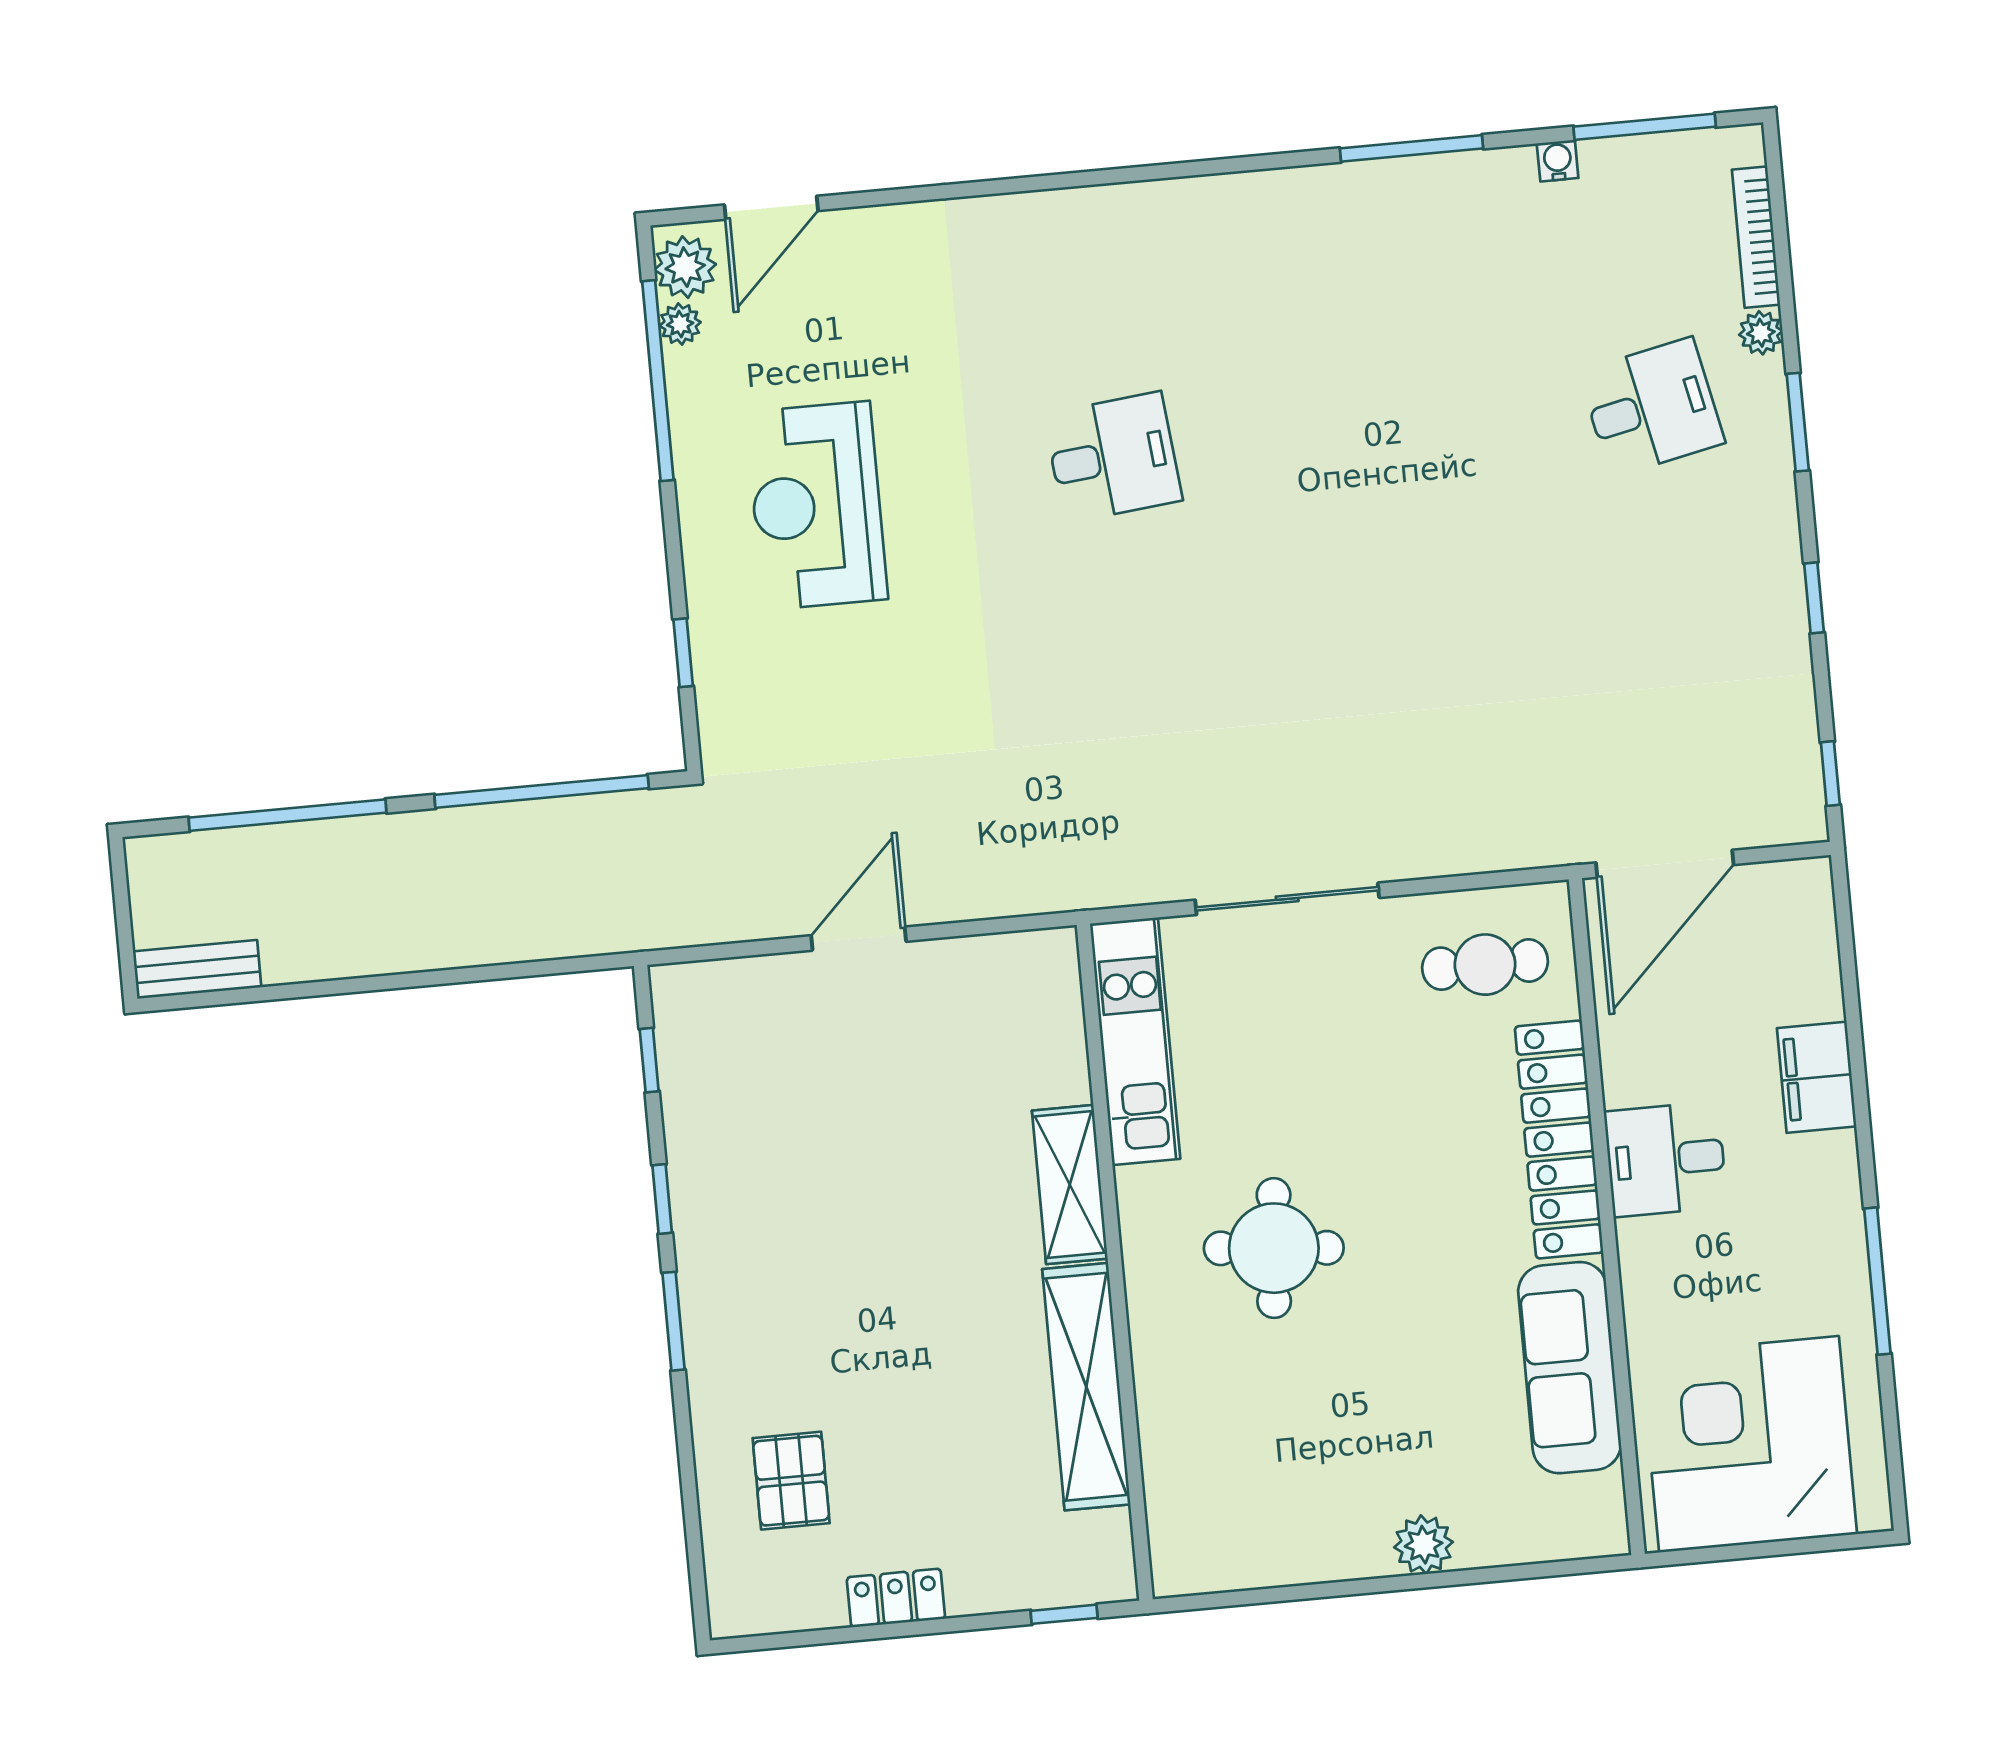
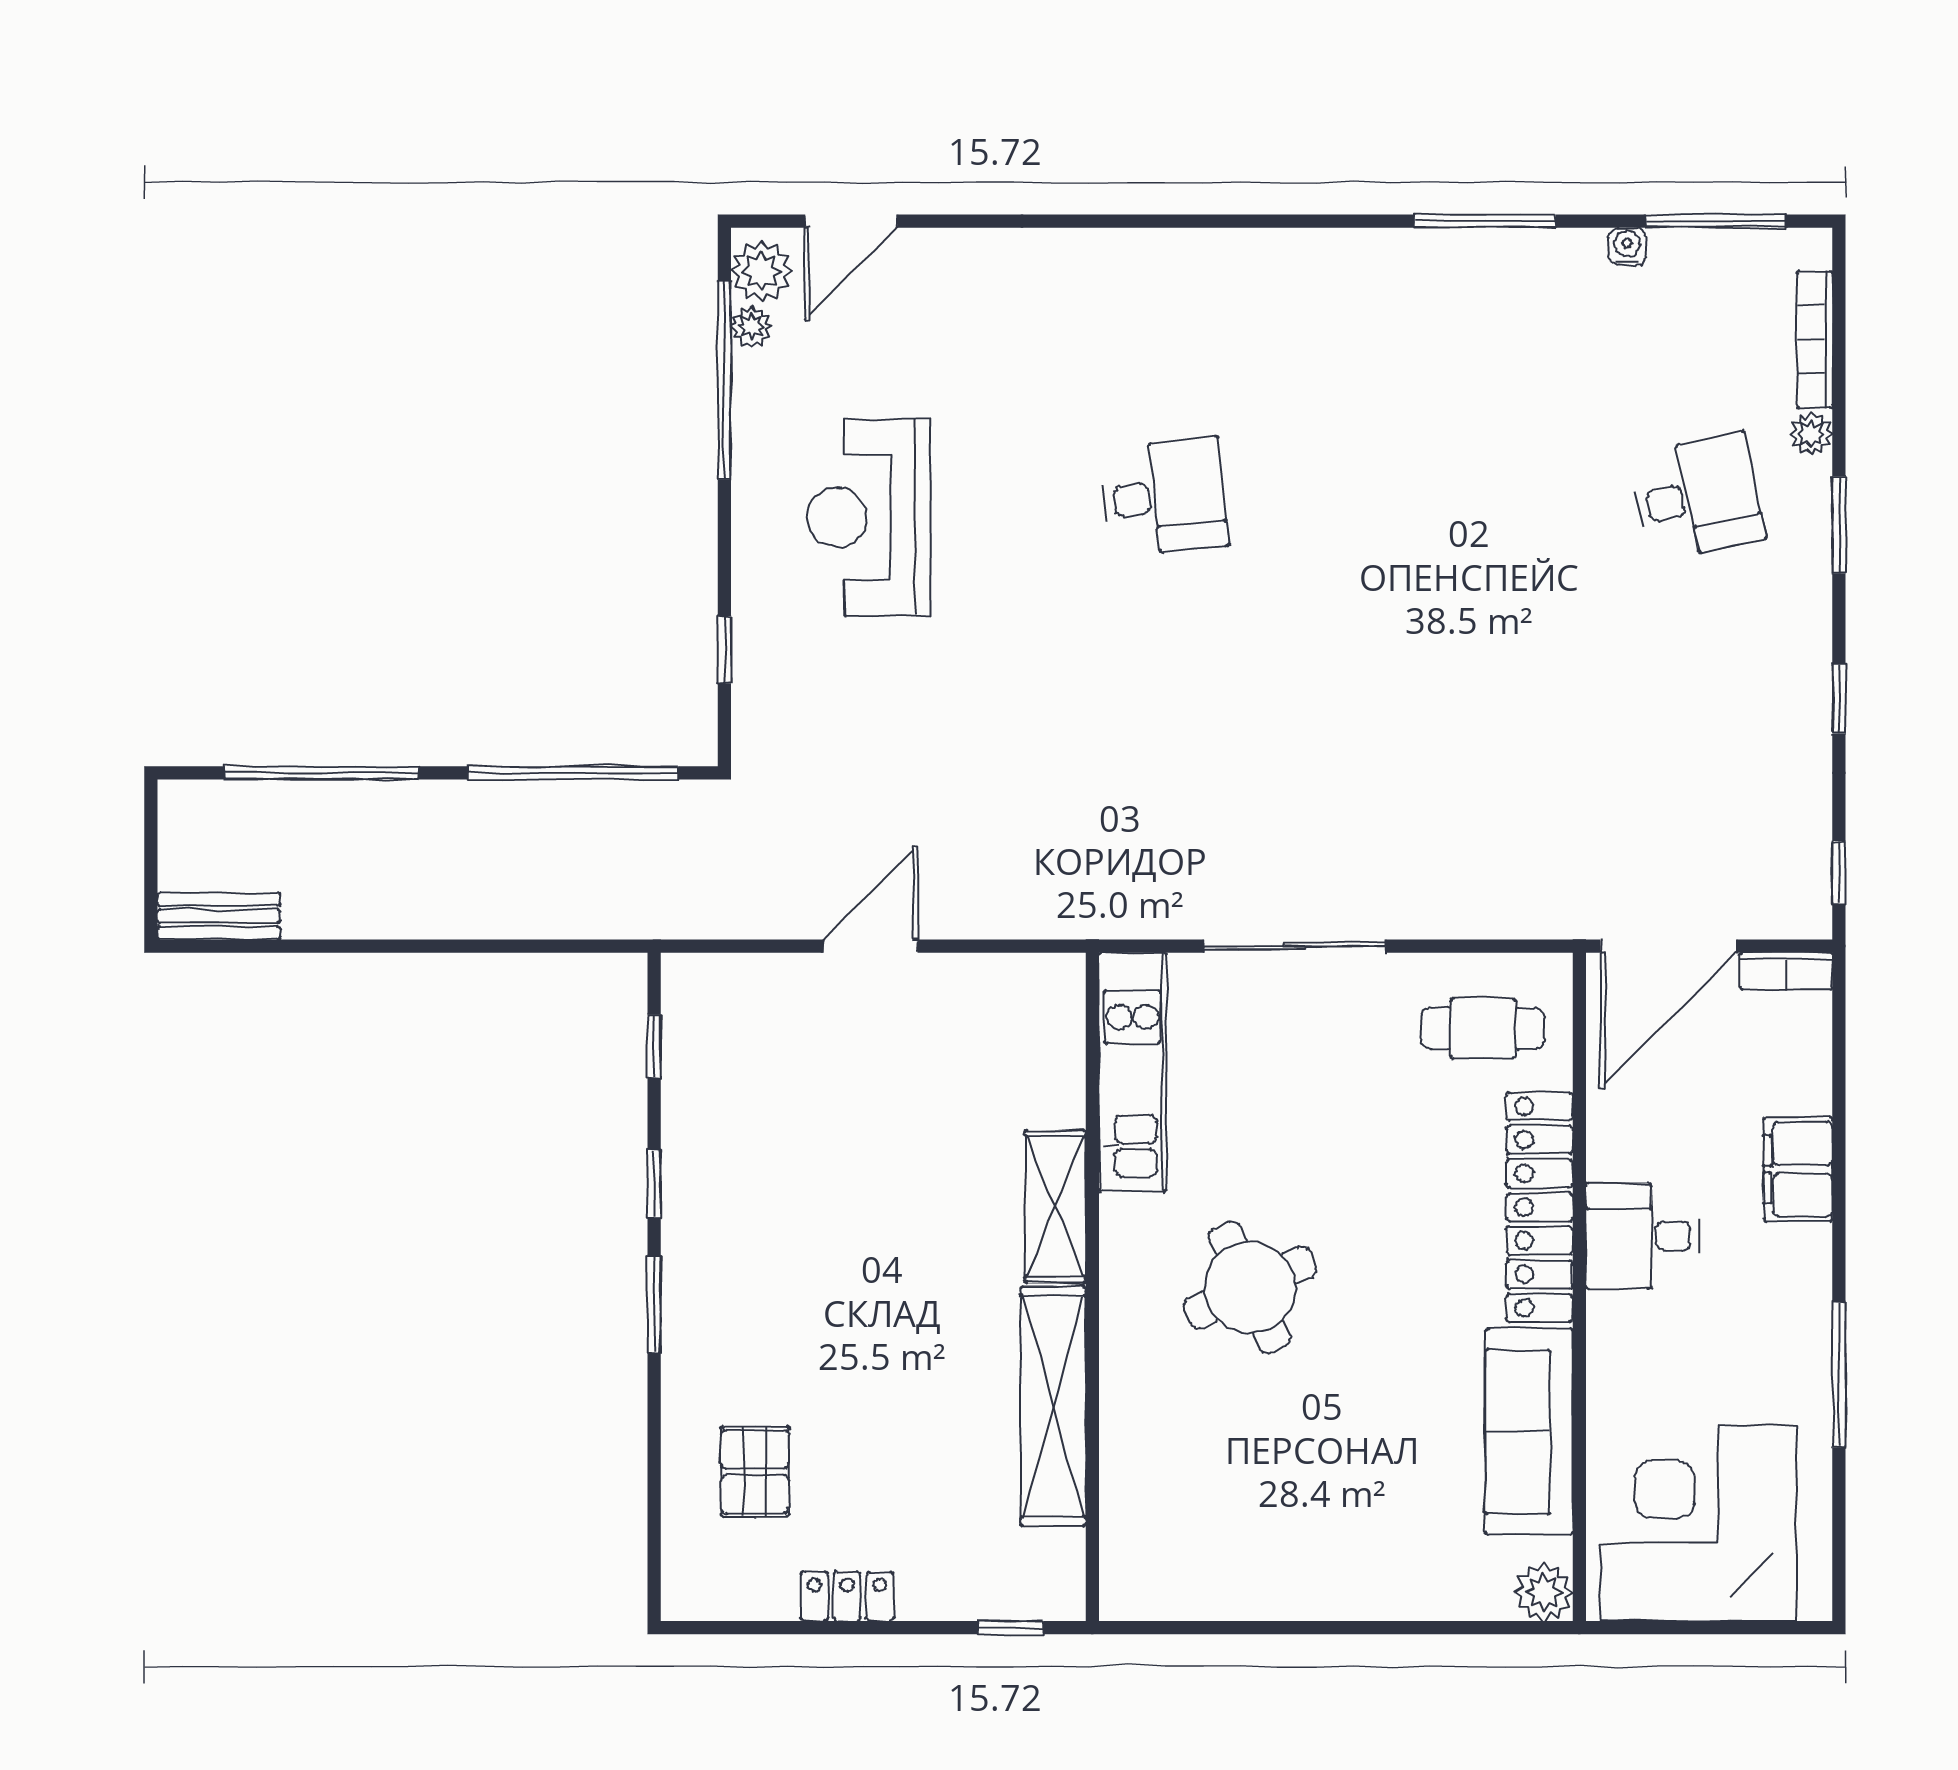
bookcase: (1786, 878) -> (1786, 971), added
round table: (1274, 1248) -> (1250, 1287), turned -30
plant: (1424, 1545) -> (1544, 1592), moved

